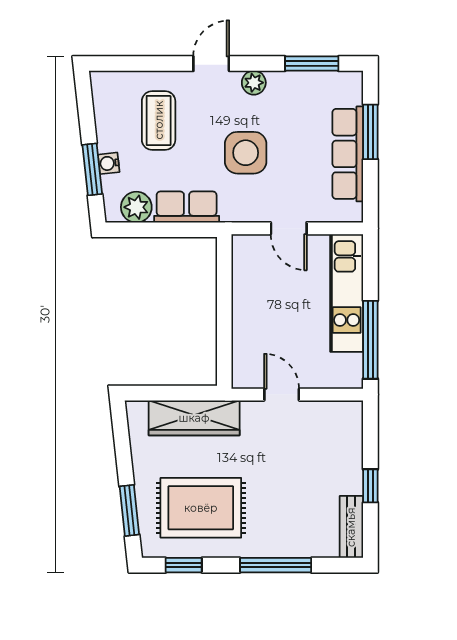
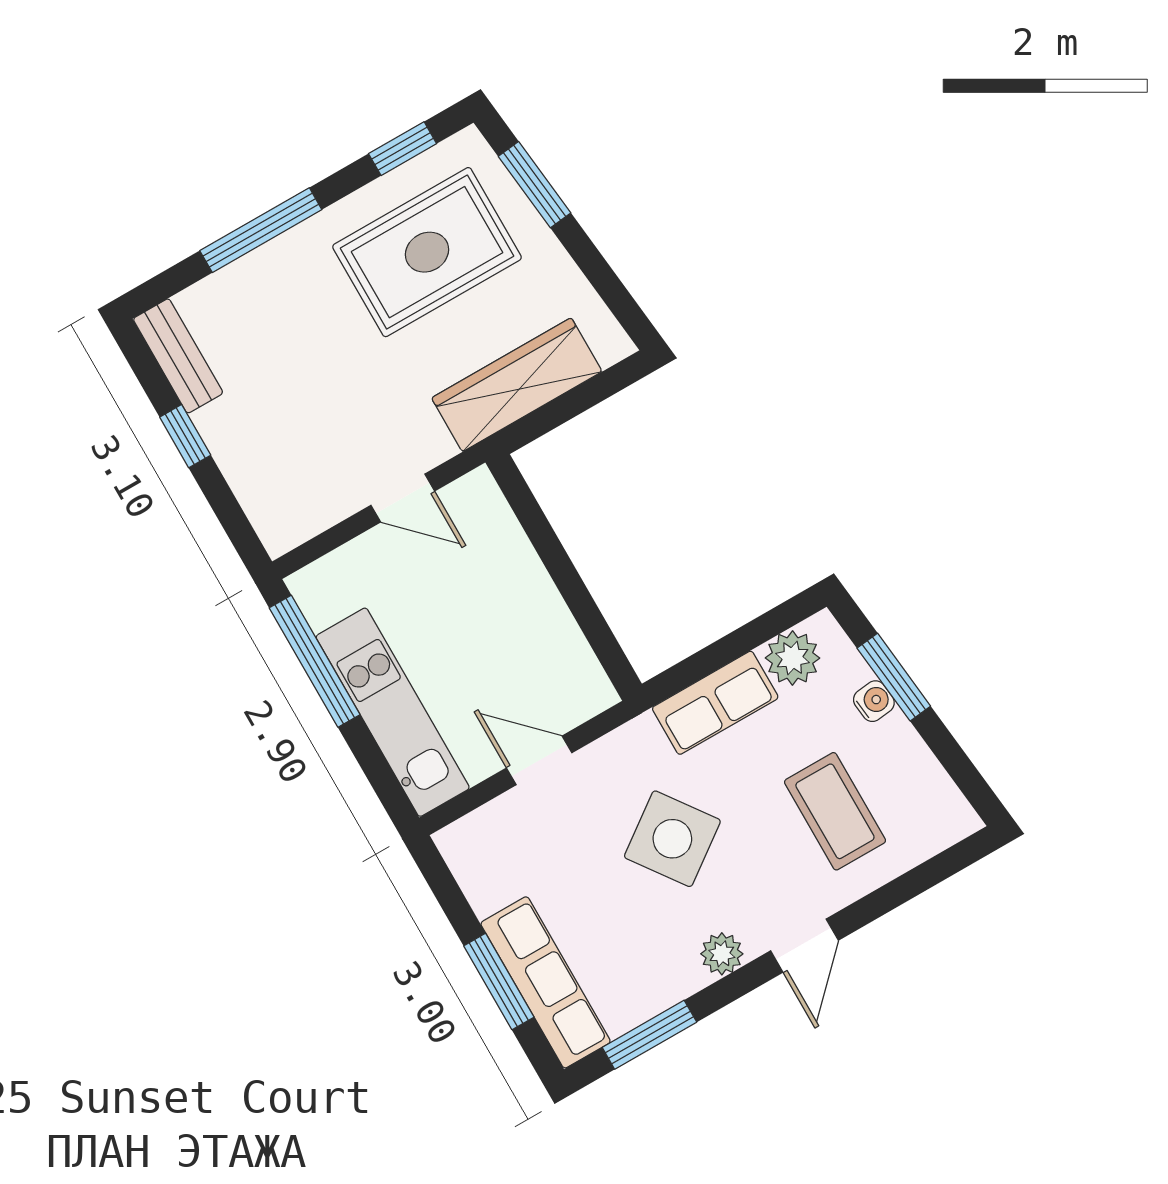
side table: (246, 153) -> (672, 839), turned -36
row of seats: (348, 154) -> (546, 982), moved

